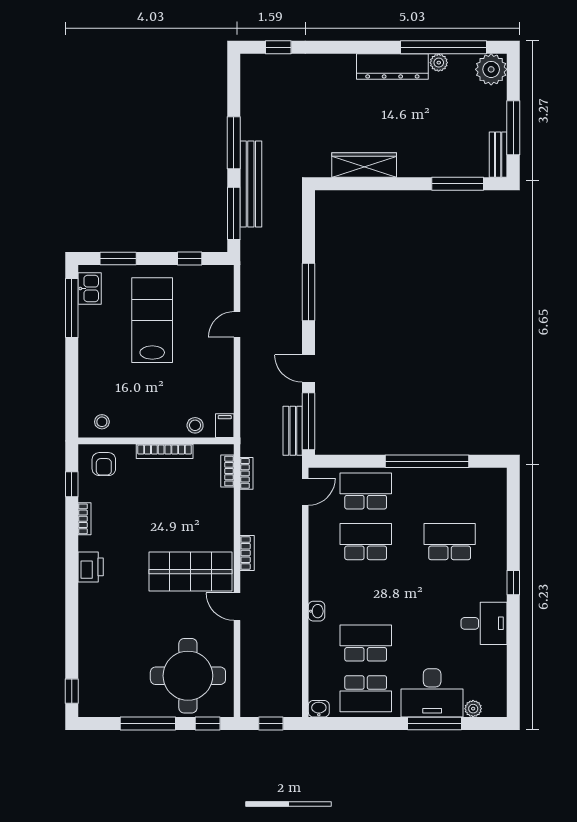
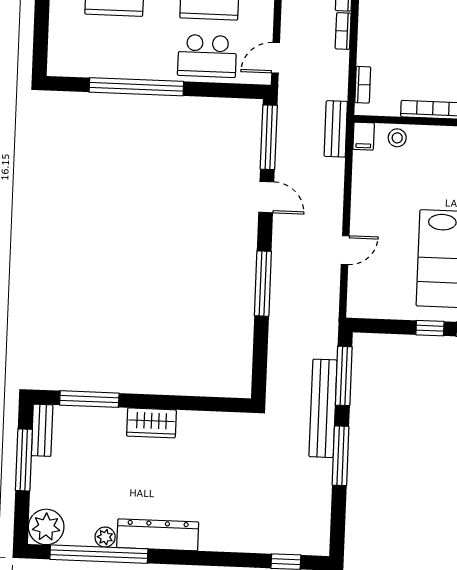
wardrobe: (364, 165) -> (151, 423), moved, width x0.67
window: (190, 259) -> (430, 328), moved
bench: (293, 431) -> (336, 129), moved
bookcase: (247, 473) -> (343, 31), moved

